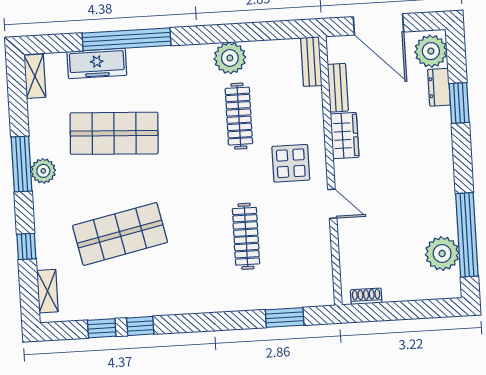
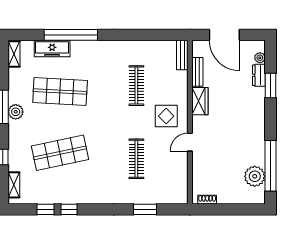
plant: (431, 51) -> (260, 58), width x0.53, depth x0.53
plant: (230, 58) -> (133, 50), removed
door: (332, 204) -> (190, 142), swing flipped
window: (285, 317) -> (145, 209), moved

